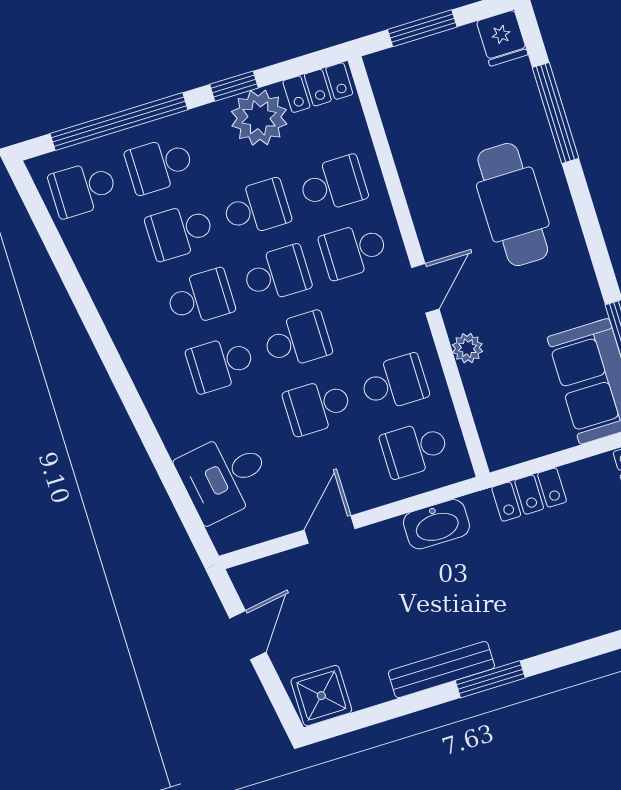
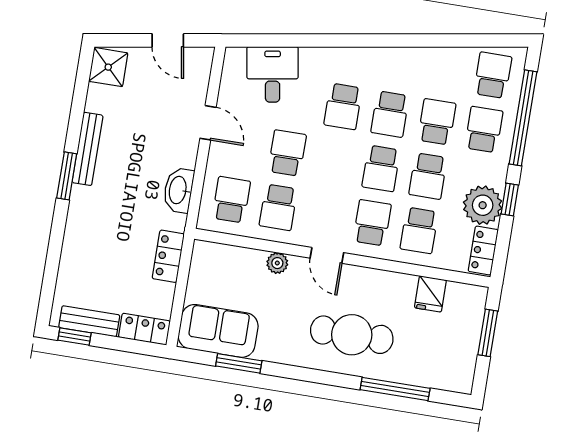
fridge: (502, 38) -> (430, 294), moved, turned -90
school desk: (297, 340) -> (334, 161), removed
school desk: (221, 364) -> (343, 106), turned 180

